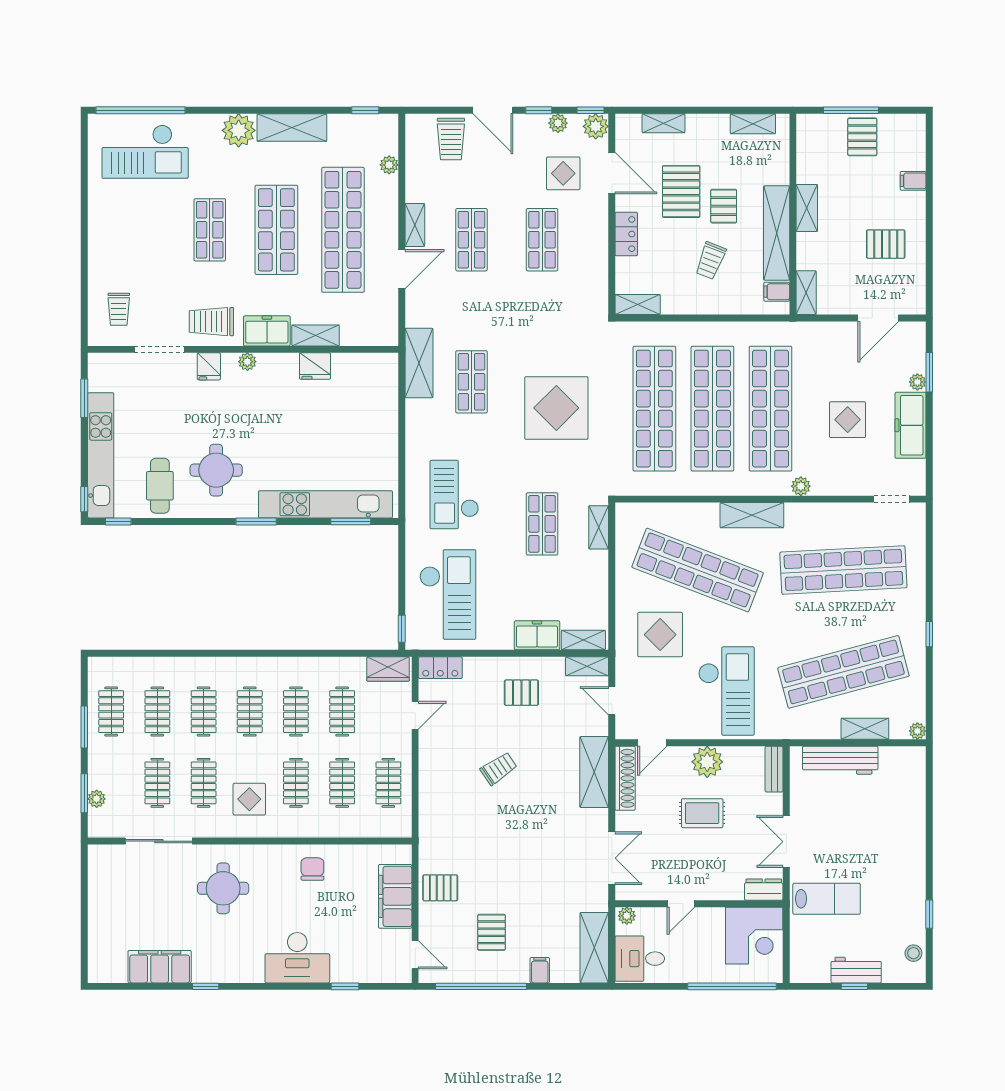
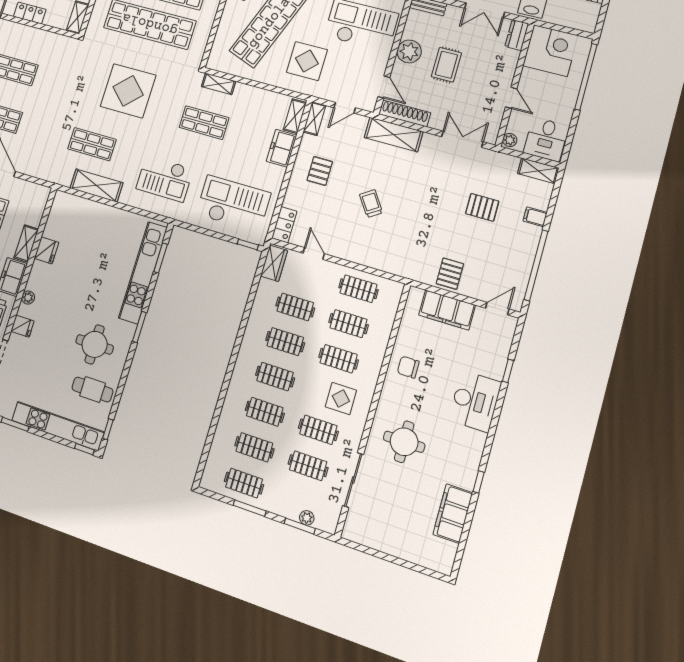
shelving: (419, 363) -> (96, 185), moved
pallet: (491, 932) -> (482, 207), moved
shelving: (594, 948) -> (538, 171), width x0.67, depth x0.75

